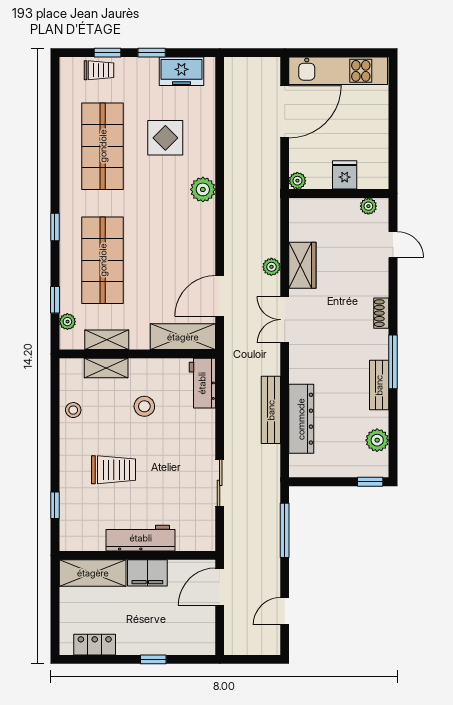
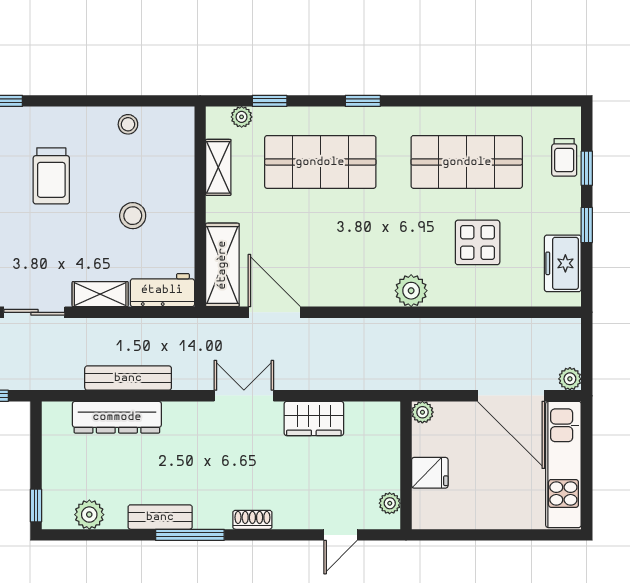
plant: (271, 267) -> (570, 379), moved
shelving: (106, 368) -> (100, 294), moved, turned 90

